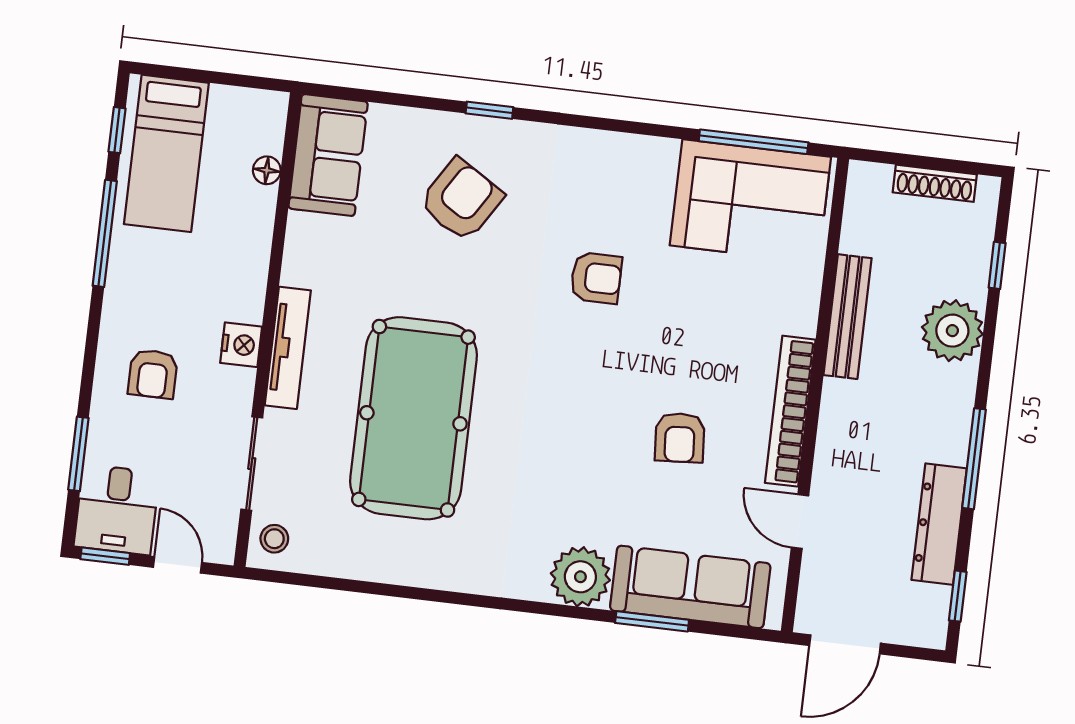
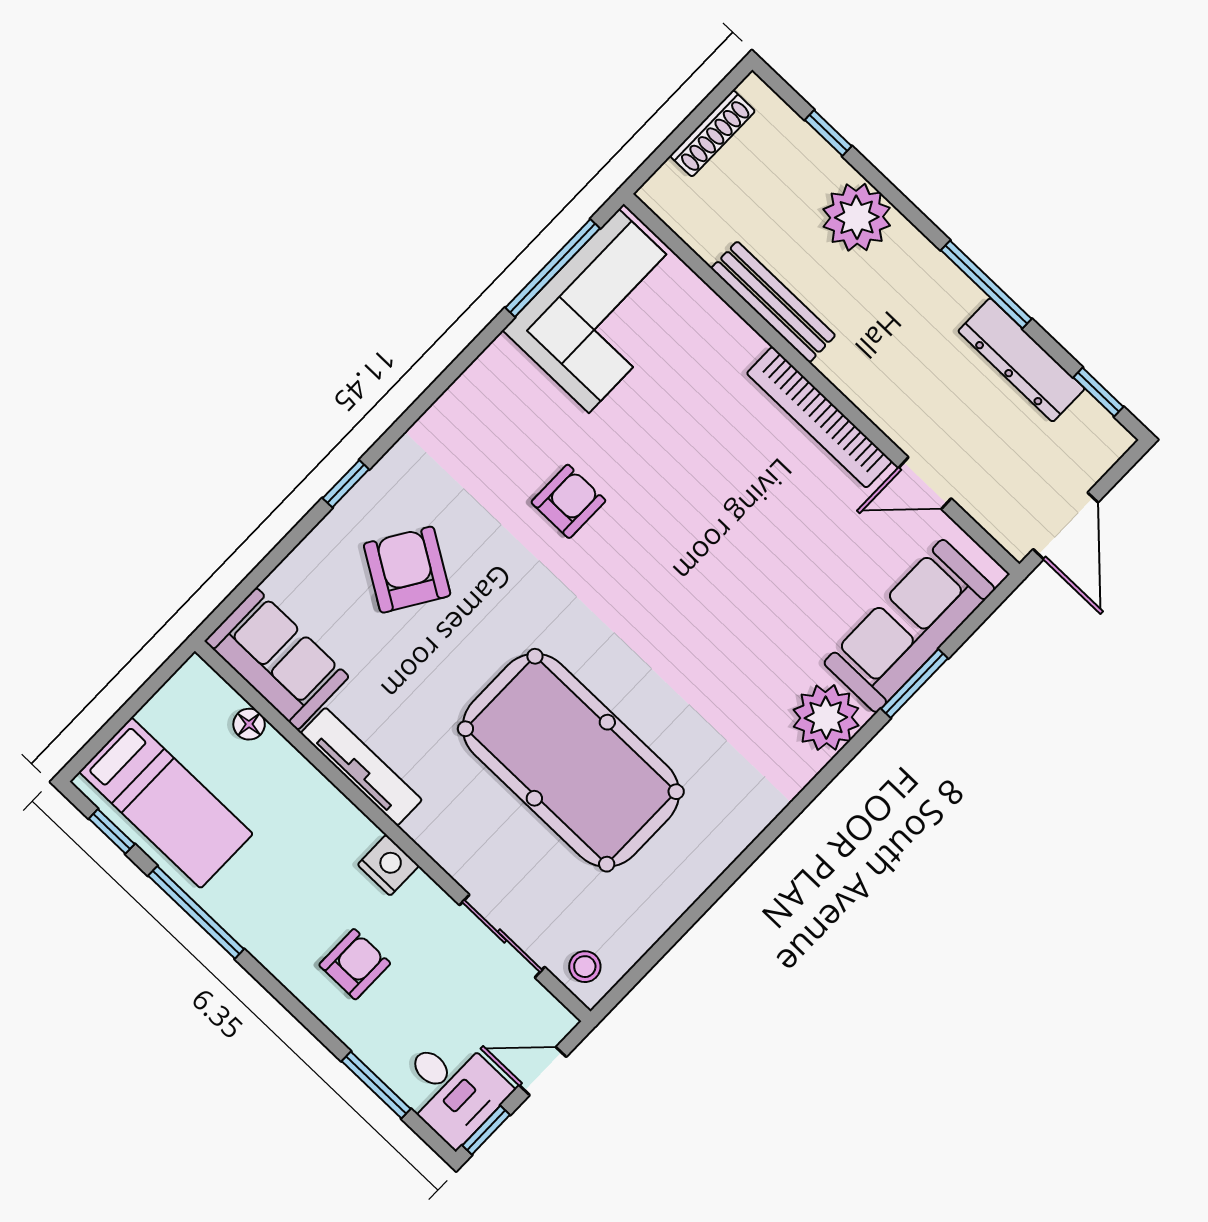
tv unit: (288, 348) -> (361, 767), moved
armchair: (153, 374) -> (355, 964), turned -90
armchair: (680, 438) -> (768, 534), removed

